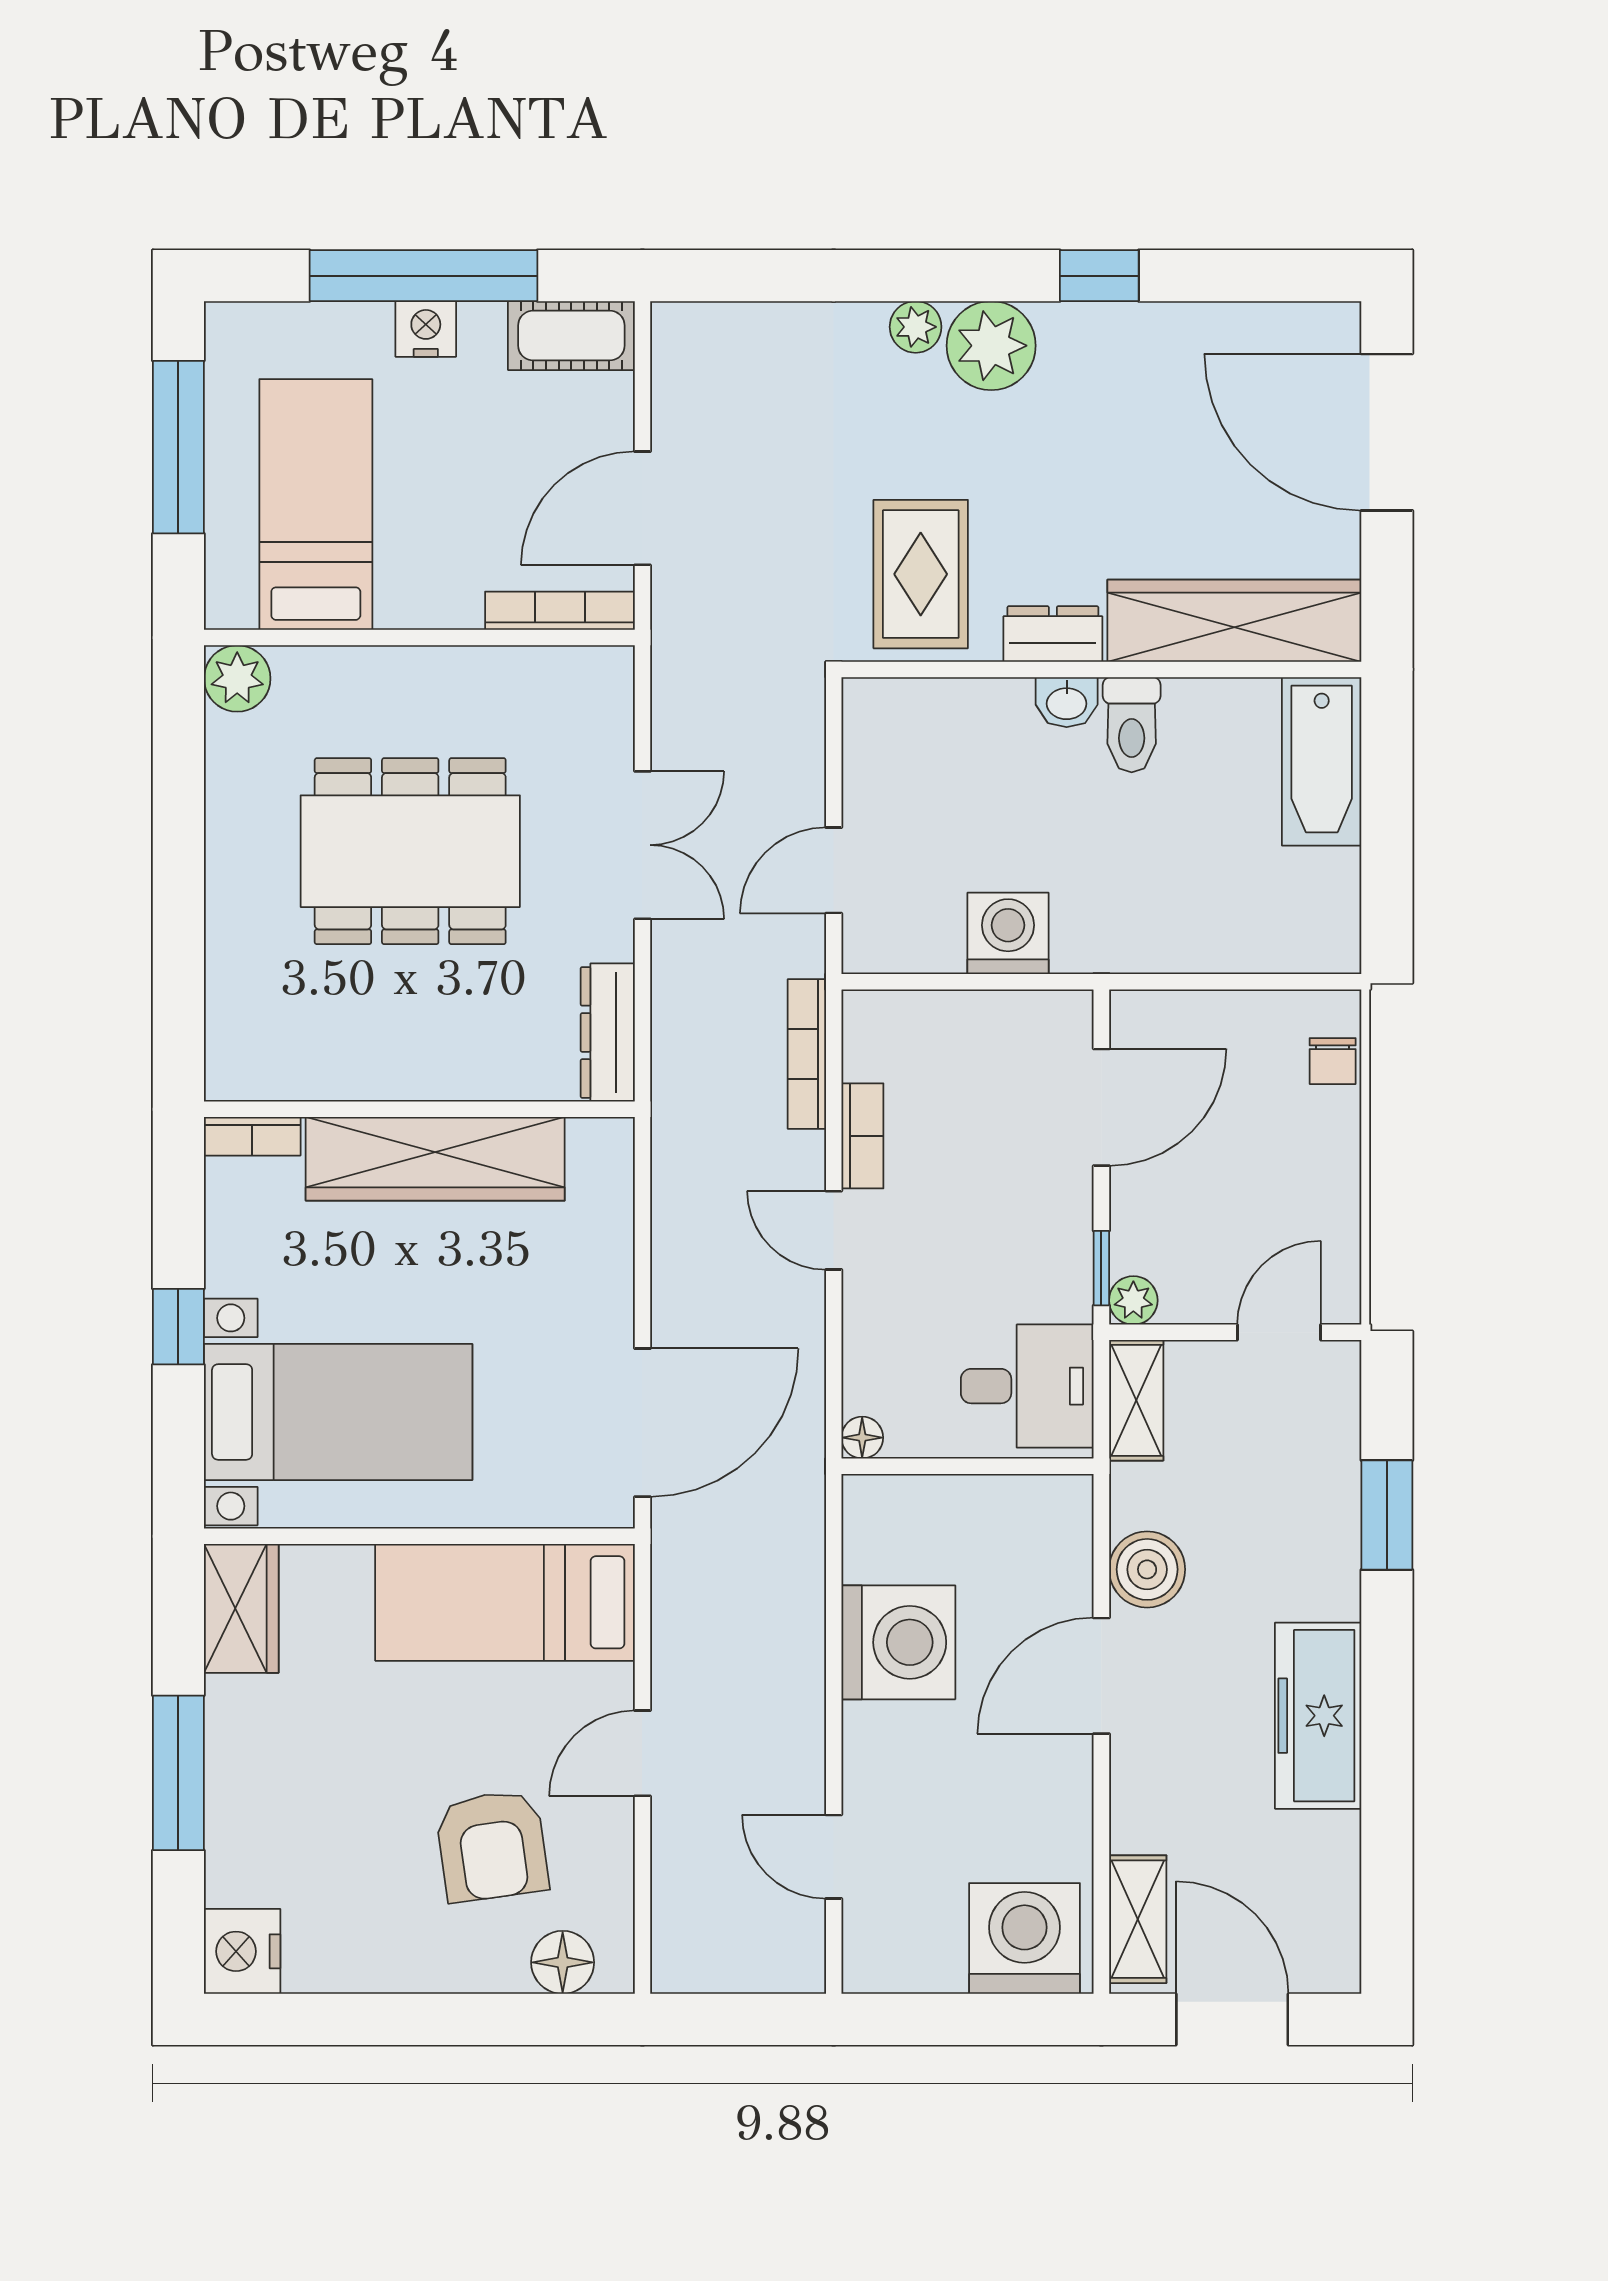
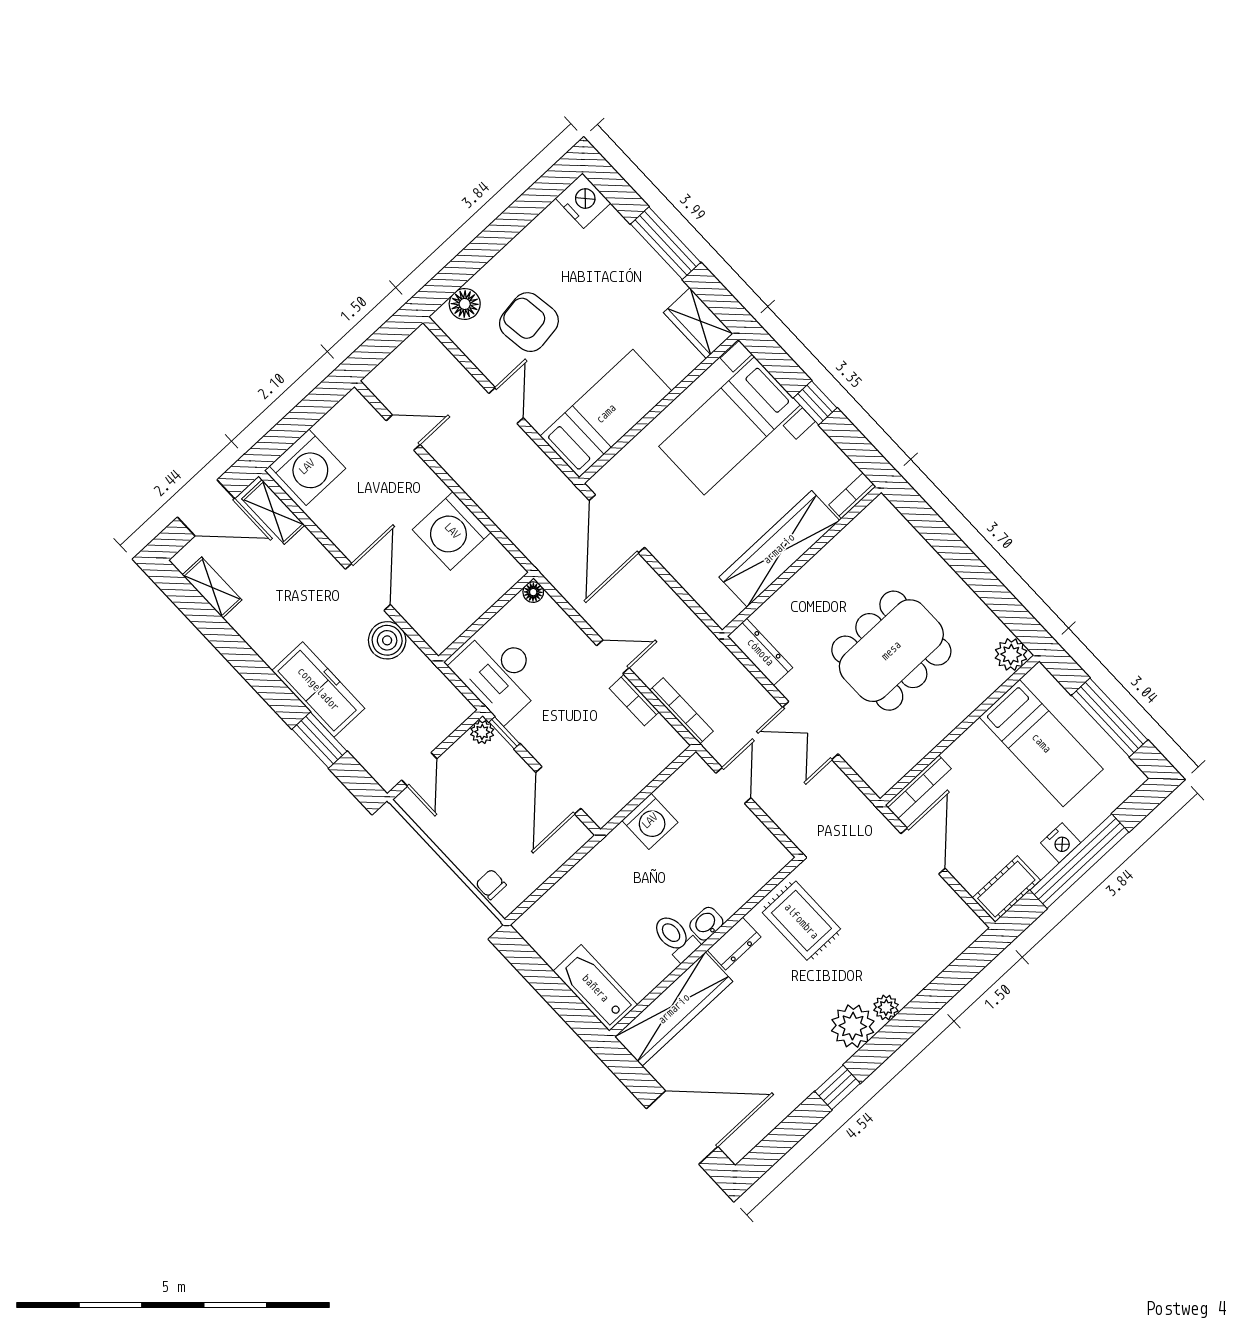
desk: (1027, 1386) -> (499, 674), width x1.37
shelving: (1136, 1400) -> (212, 587), moved
freezer: (1318, 1716) -> (318, 689), moved

